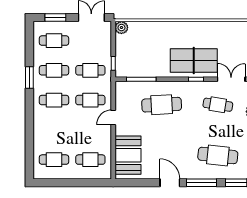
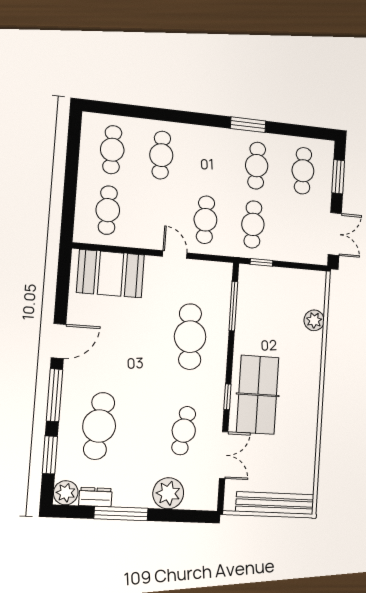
plant: (121, 28) -> (314, 320), moved
cafe table: (54, 100) -> (161, 155), moved

